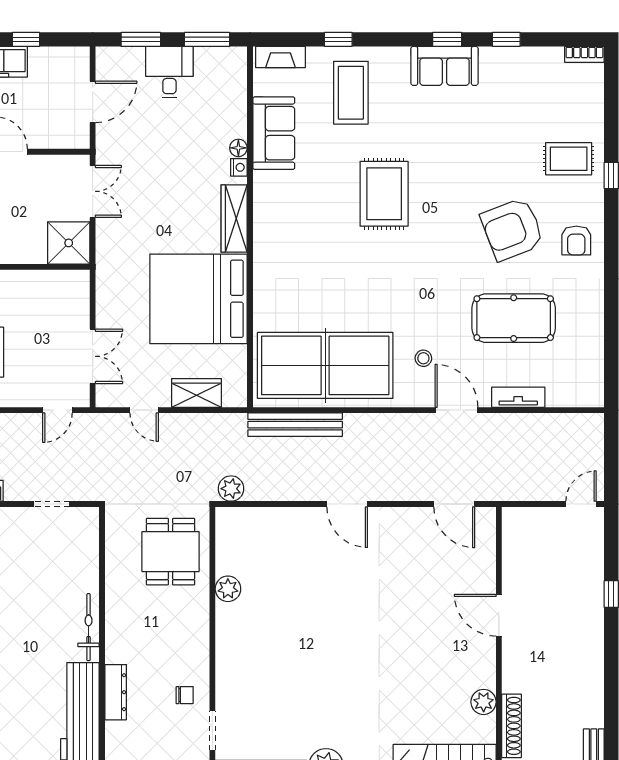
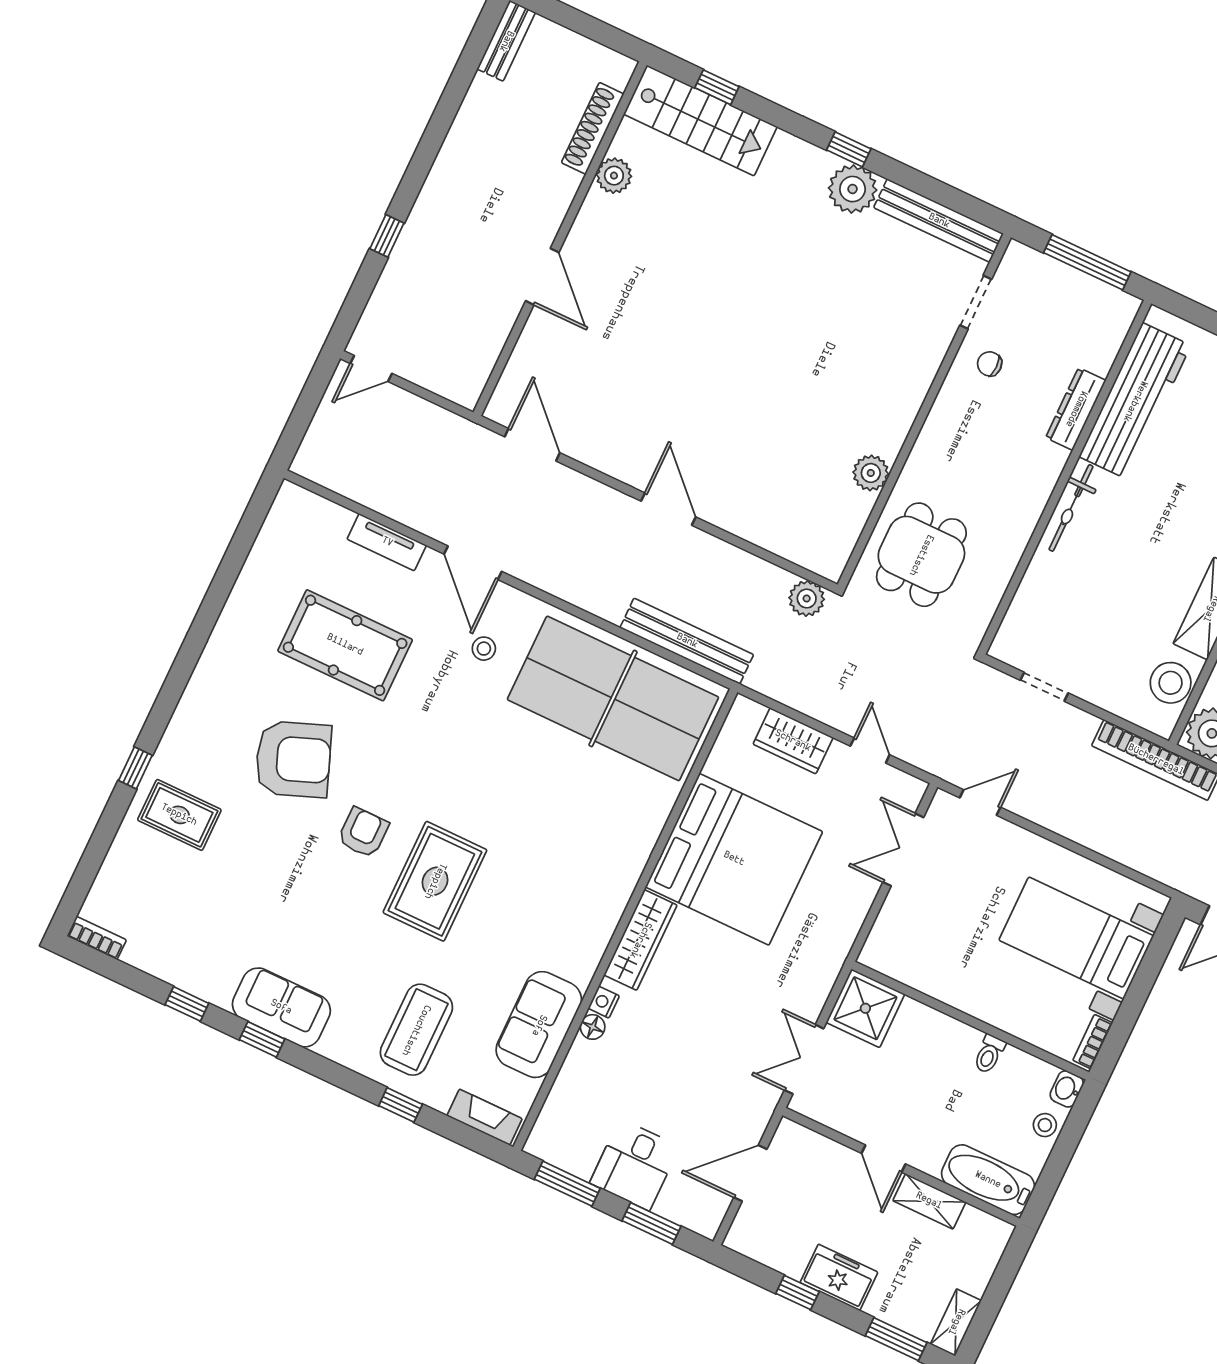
armchair: (576, 241) -> (363, 832), moved

